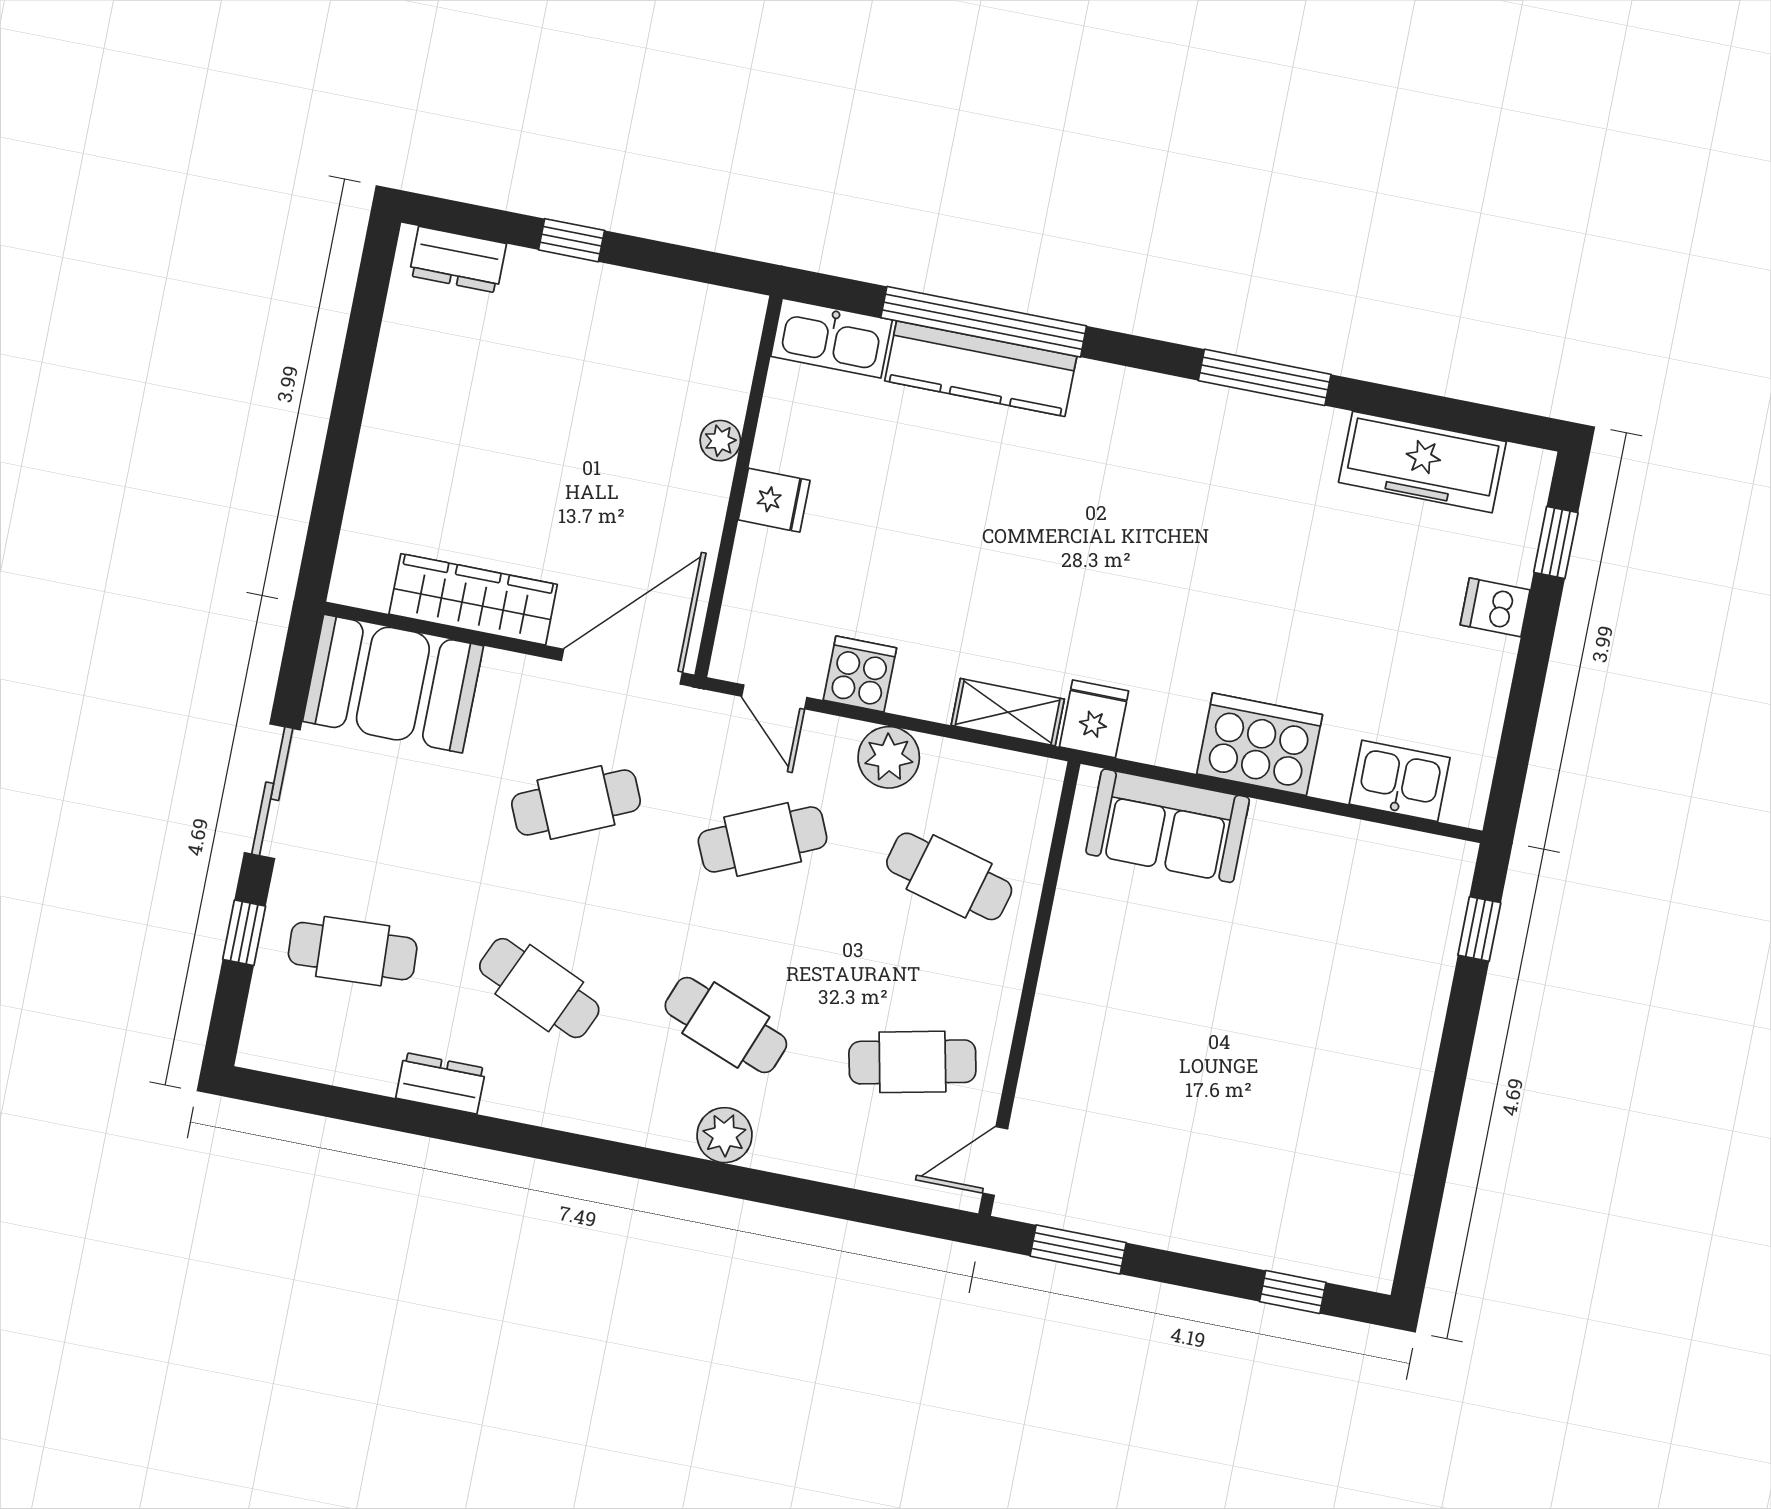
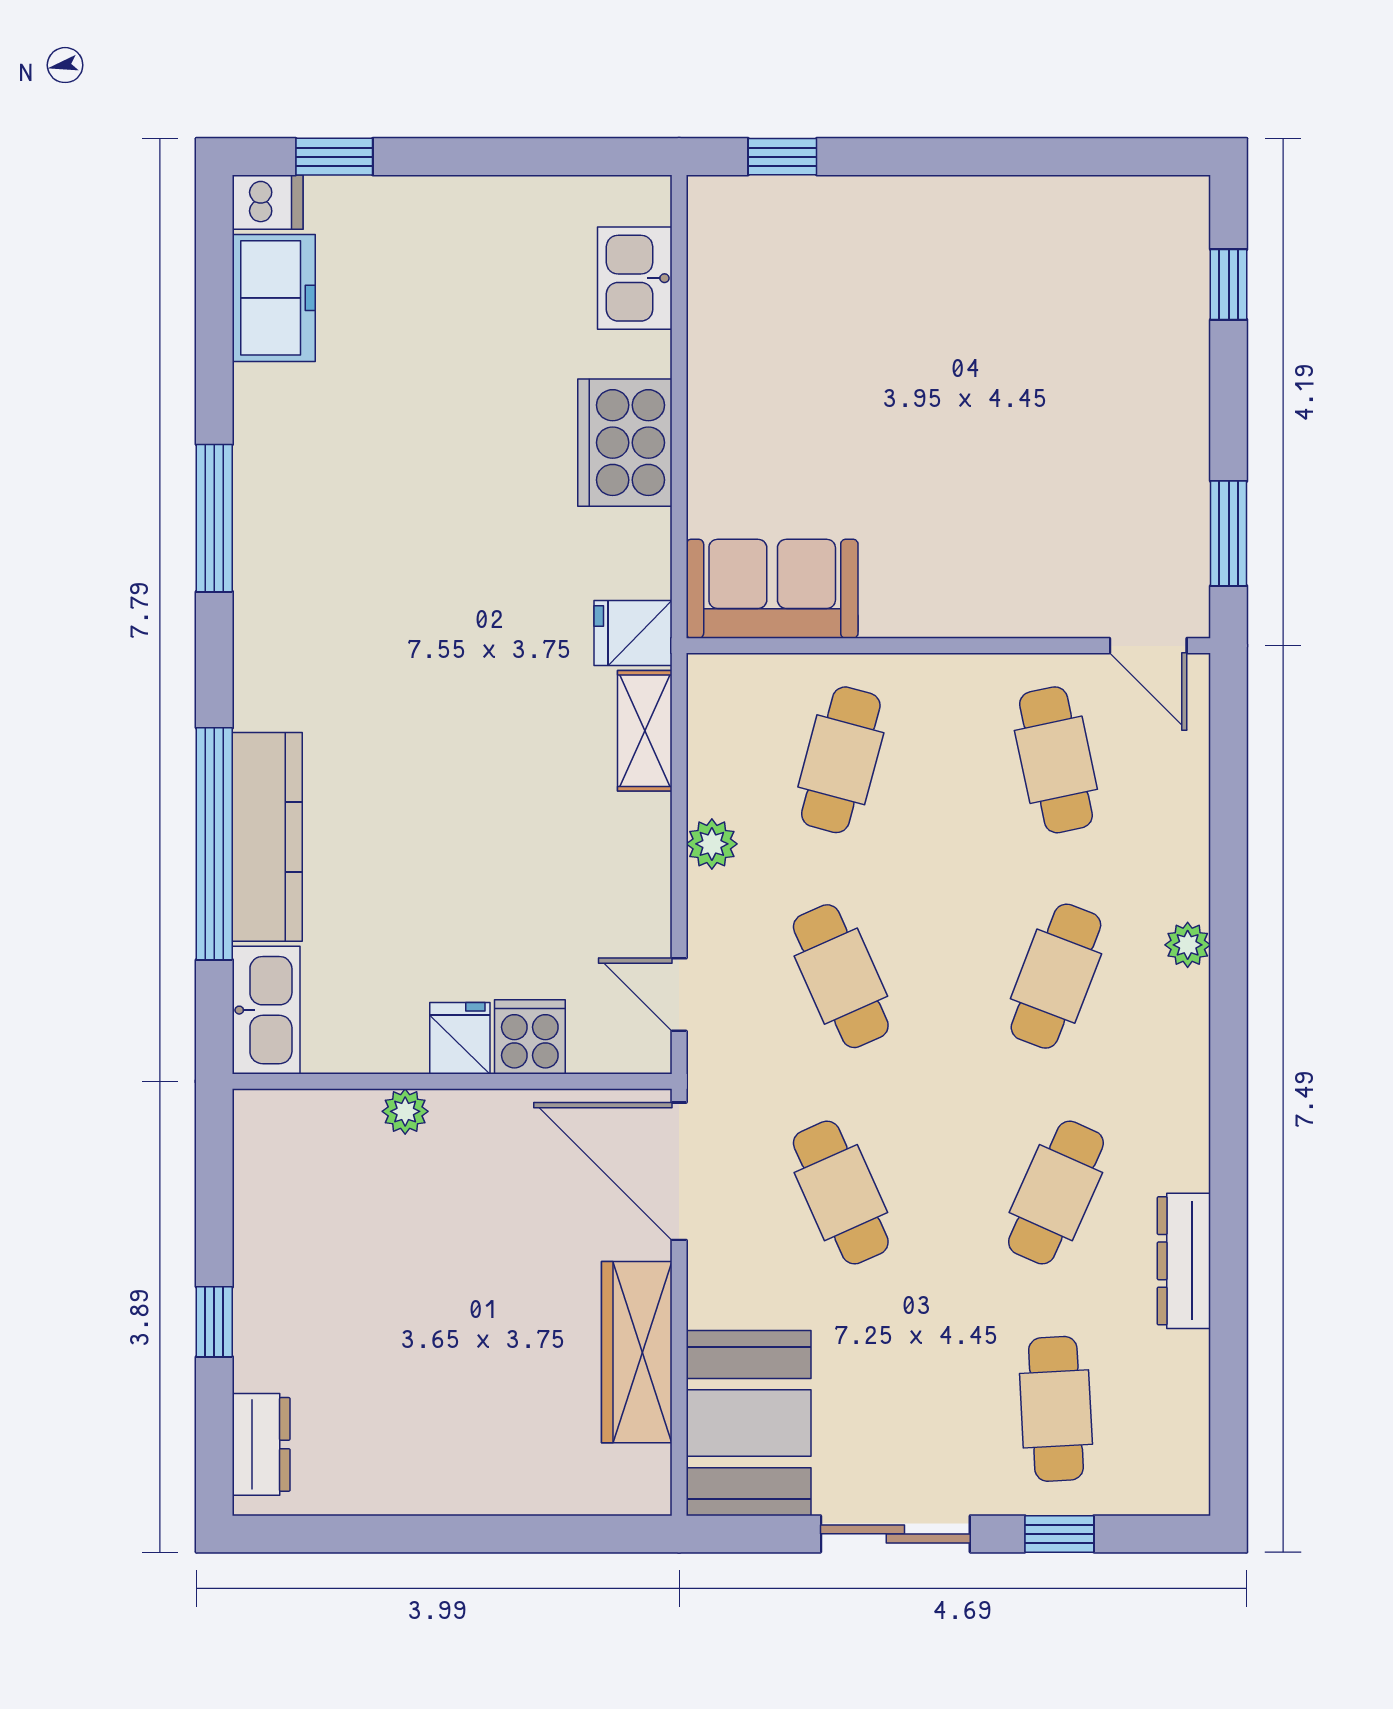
freezer: (1422, 462) -> (274, 298), width x0.71
dishwasher: (1495, 607) -> (268, 202), moved, turned -90
cooker: (860, 674) -> (530, 1037), moved, turned 90
door: (774, 697) -> (679, 995), swing flipped
plant: (889, 757) -> (712, 844), width x0.73, depth x0.73
sofa: (1168, 826) -> (772, 589), moved, turned -90
dresser: (441, 1083) -> (1184, 1261), width x1.44
plant: (724, 1135) -> (1188, 945), width x0.73, depth x0.73

